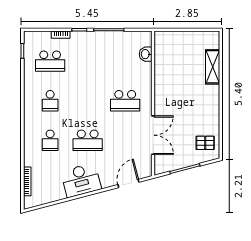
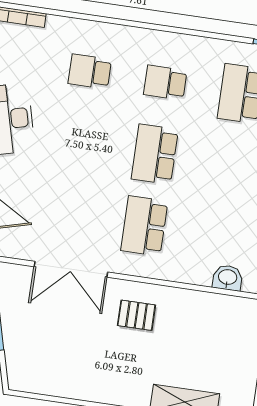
school desk: (88, 140) -> (155, 154), moved
pallet: (205, 143) -> (136, 315), moved, turned 90

